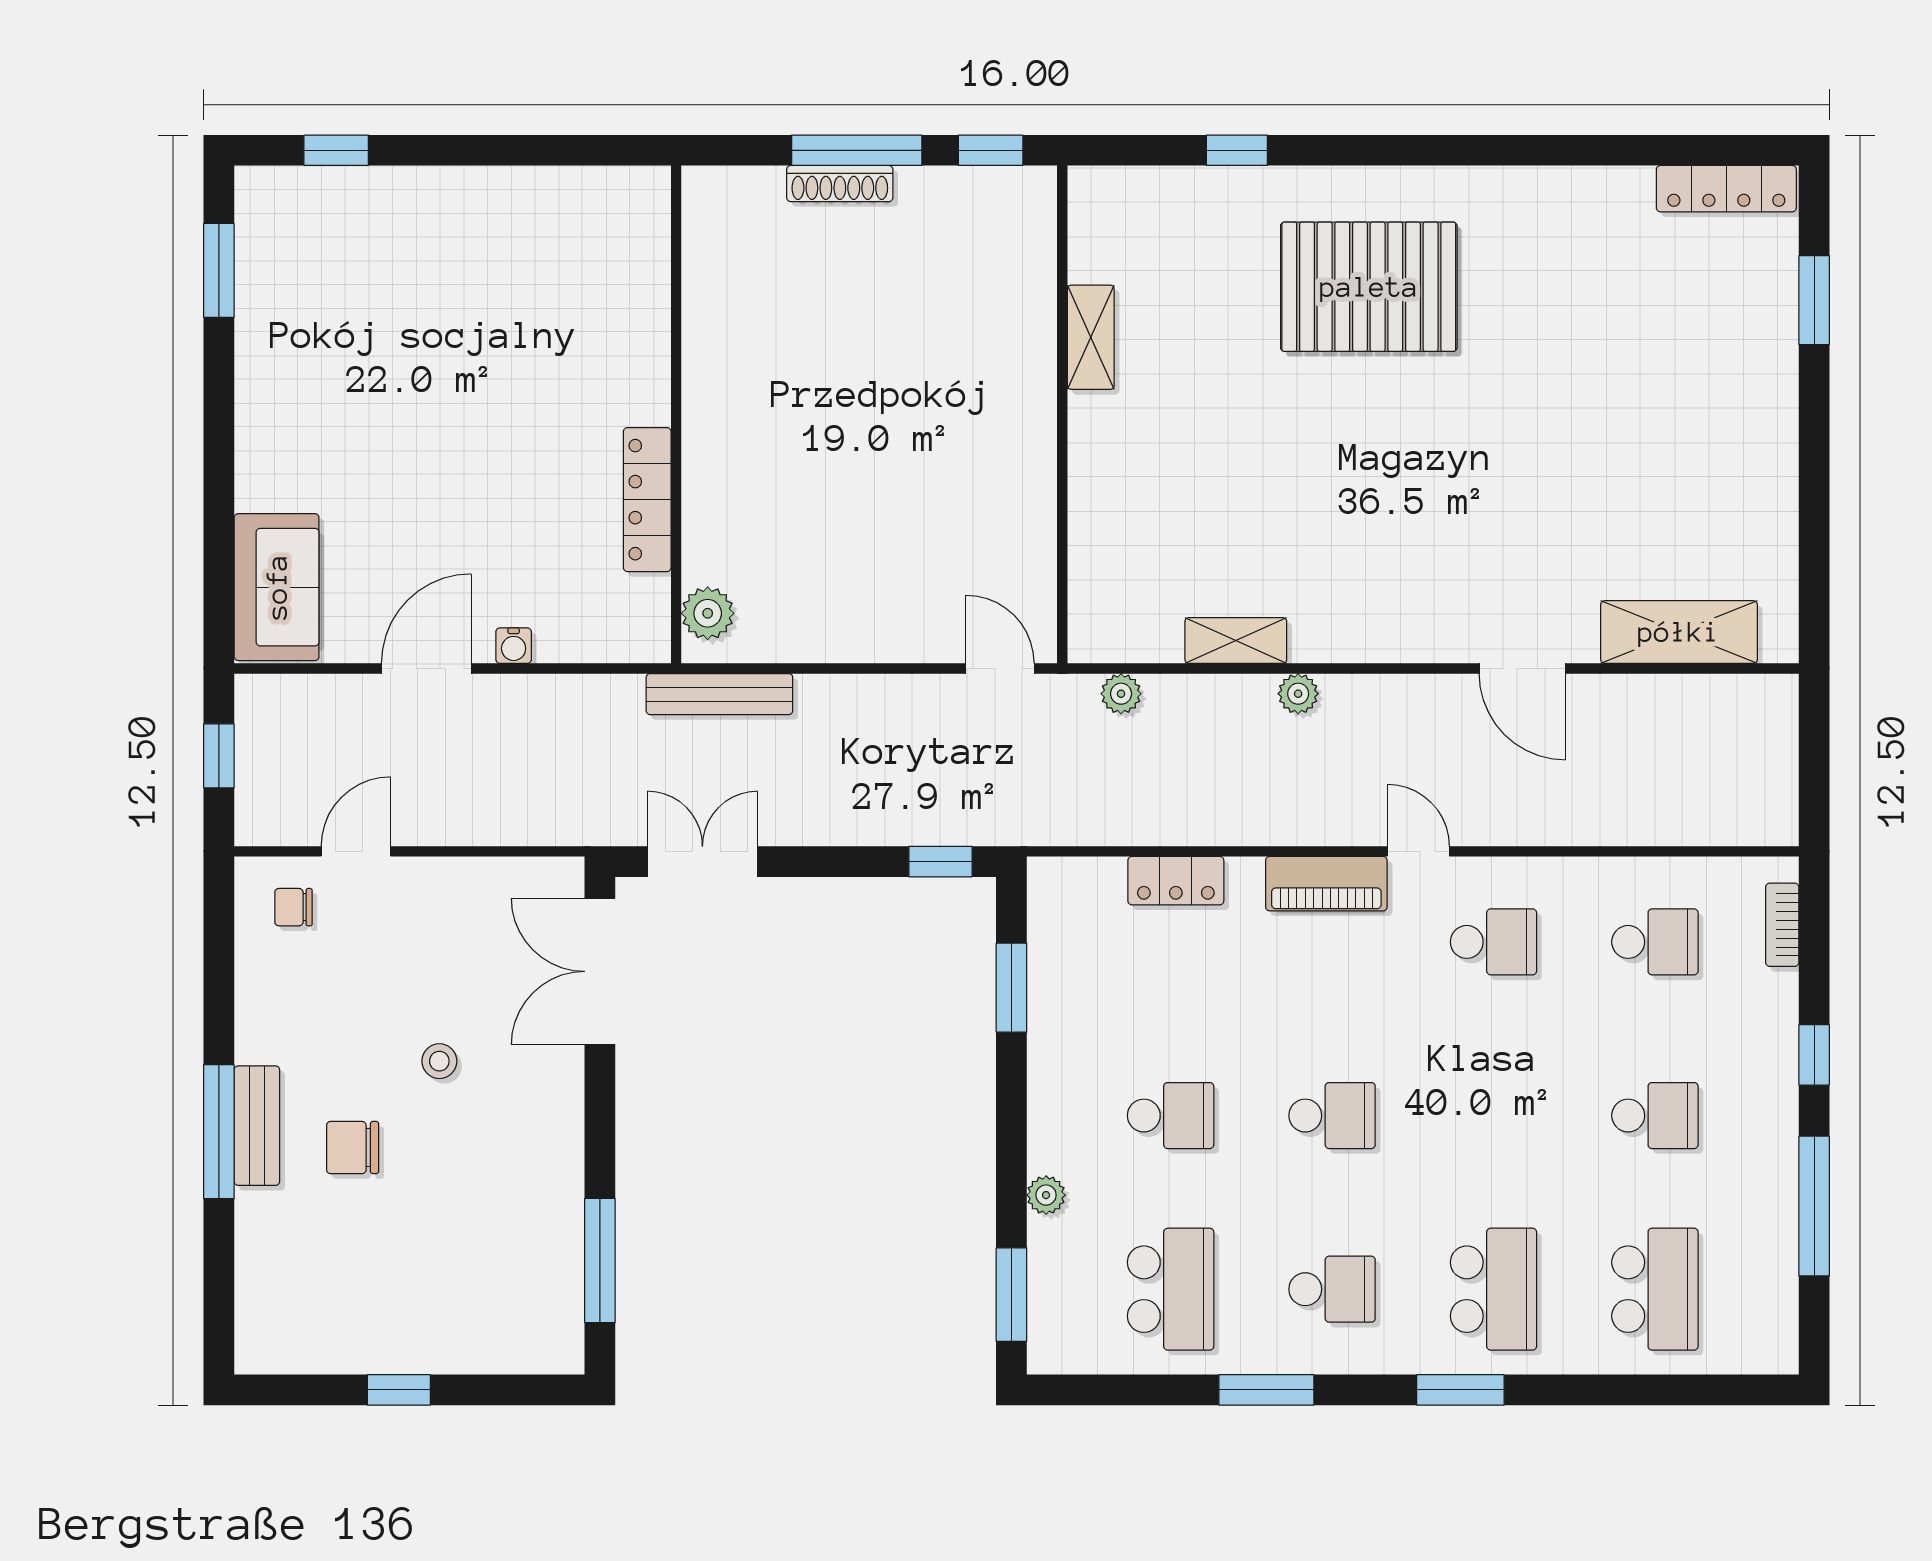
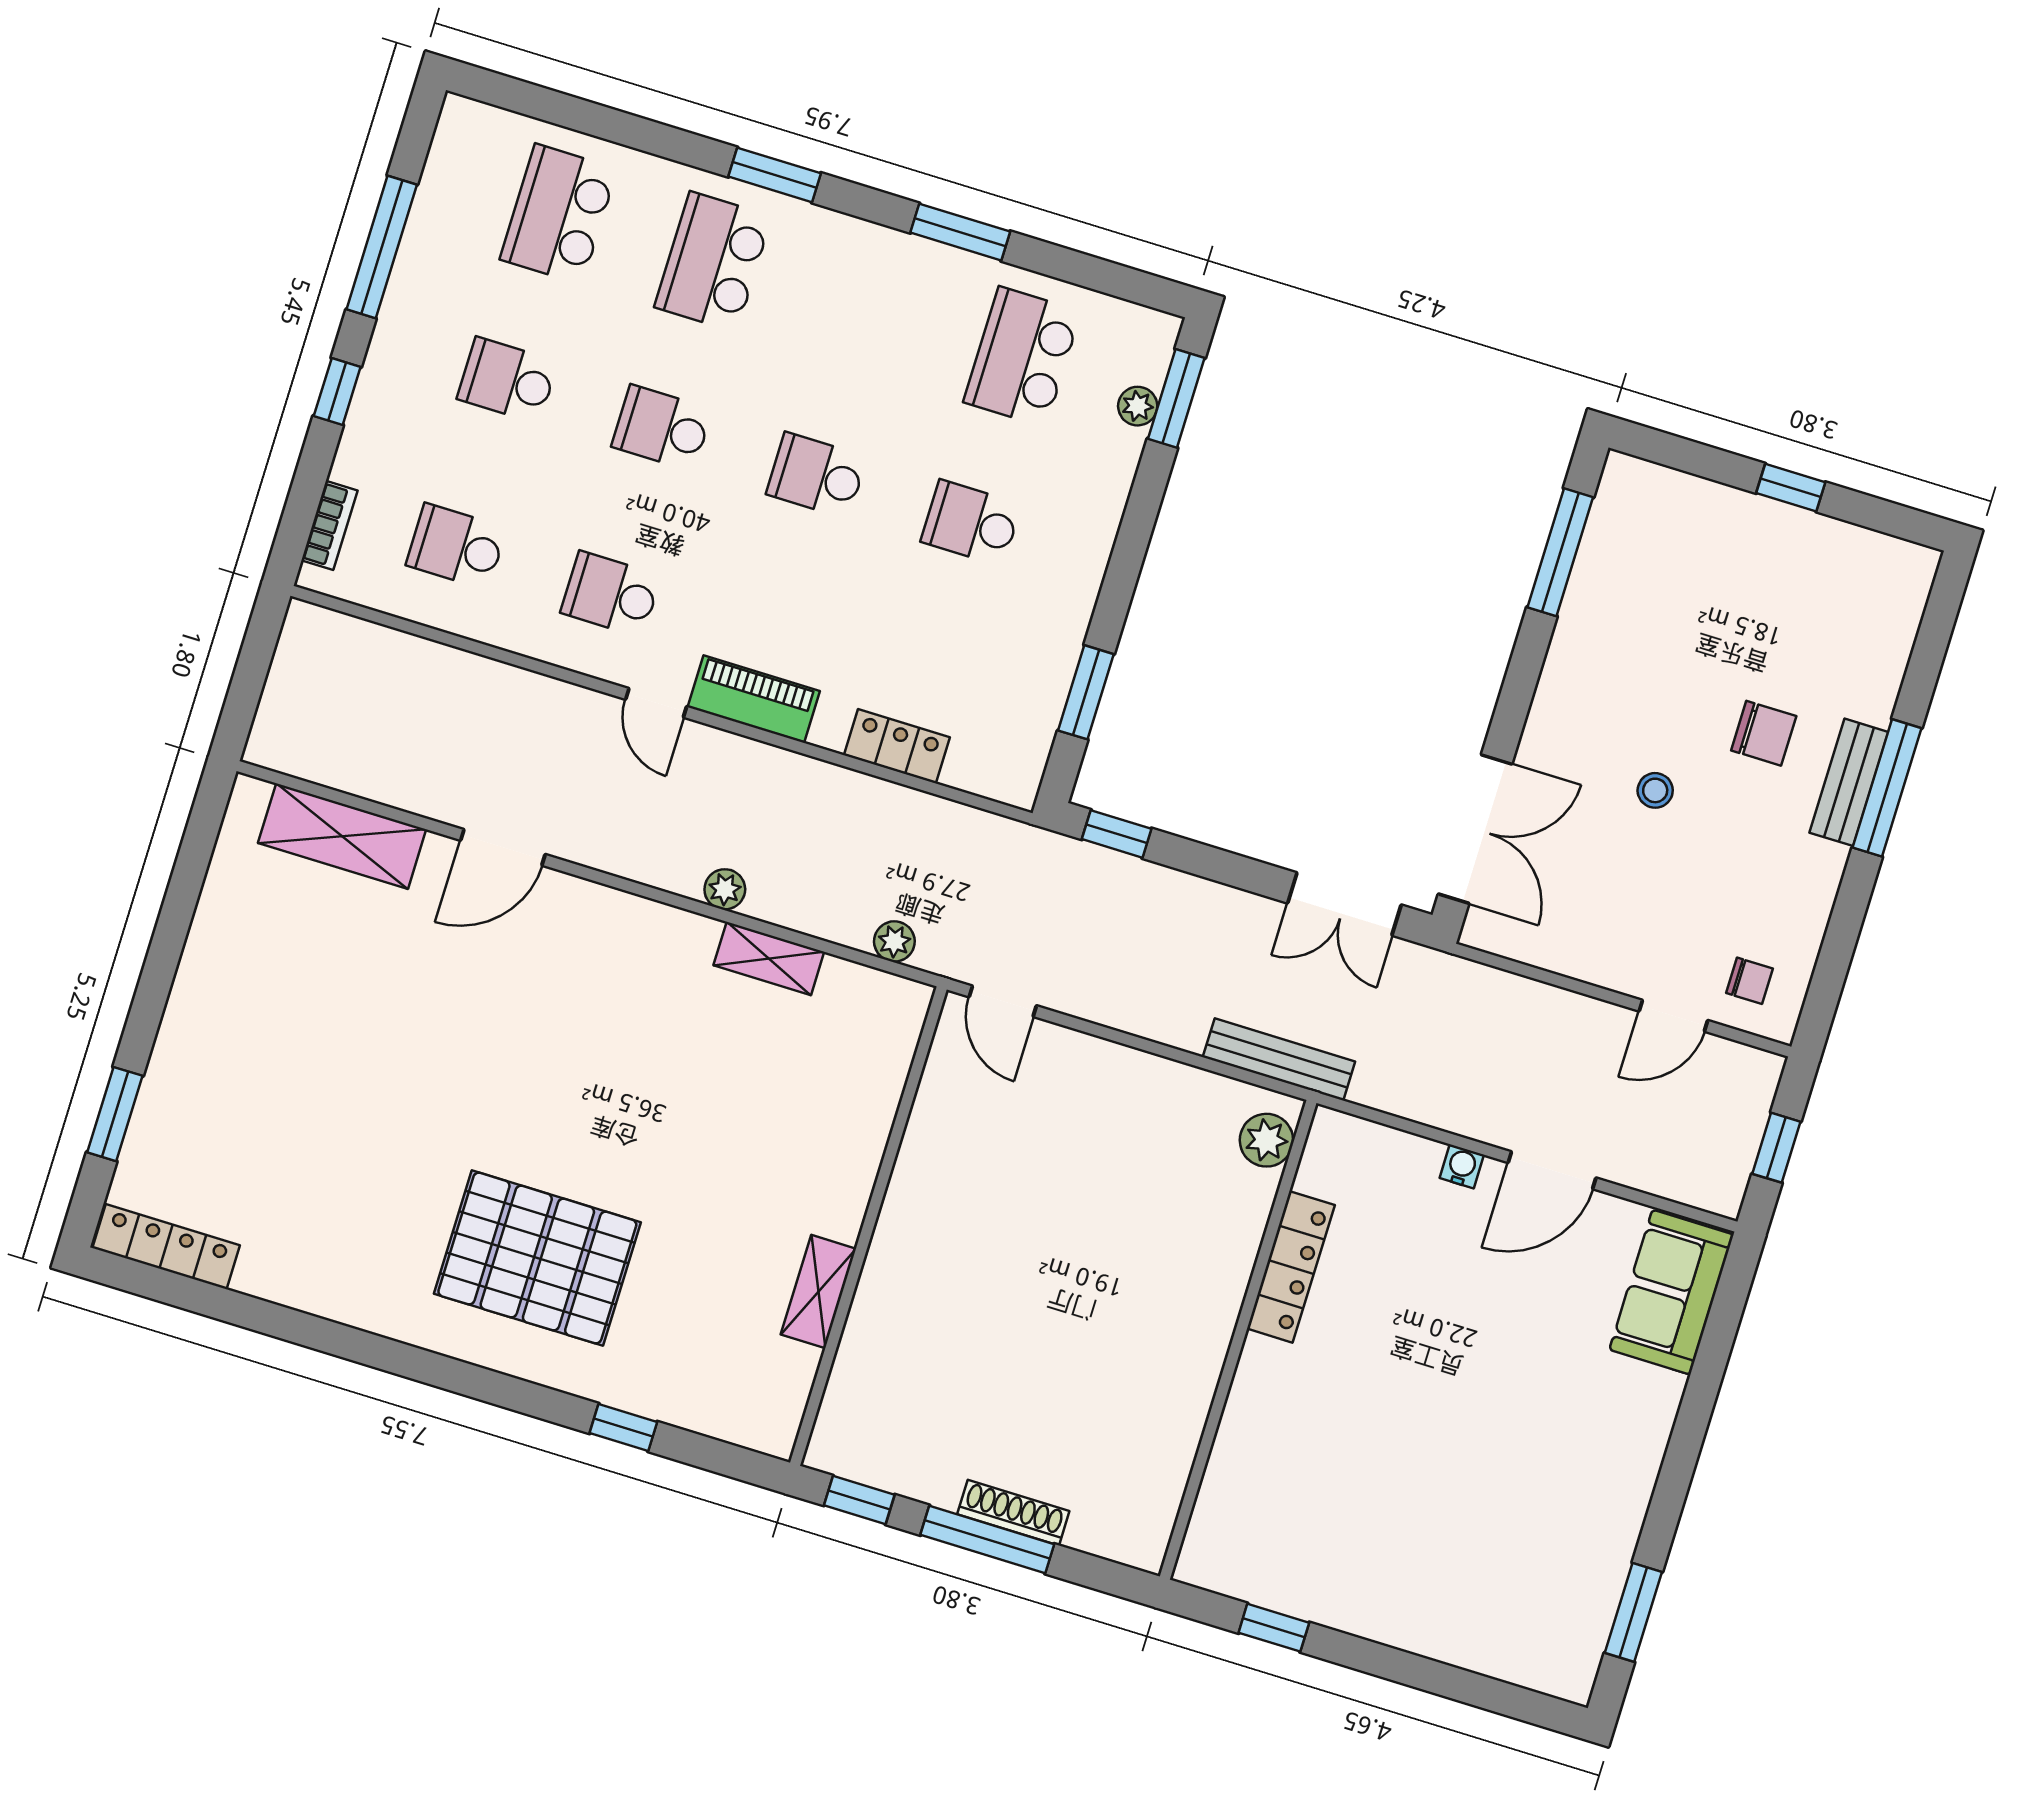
window: (336, 150) -> (1274, 1628), moved
door: (1522, 668) -> (503, 847), swing flipped
plant: (1046, 1195) -> (1138, 406), moved
school desk: (1332, 1289) -> (662, 428), moved

